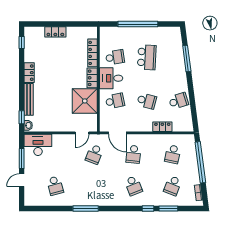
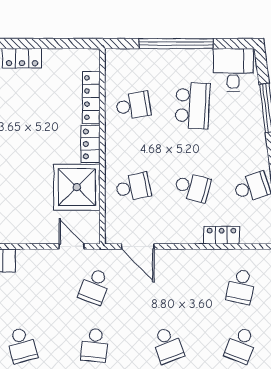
desk: (111, 78) -> (233, 70), moved, turned 90
door: (82, 133) -> (72, 246), swing flipped
school desk: (133, 154) -> (95, 345), moved

